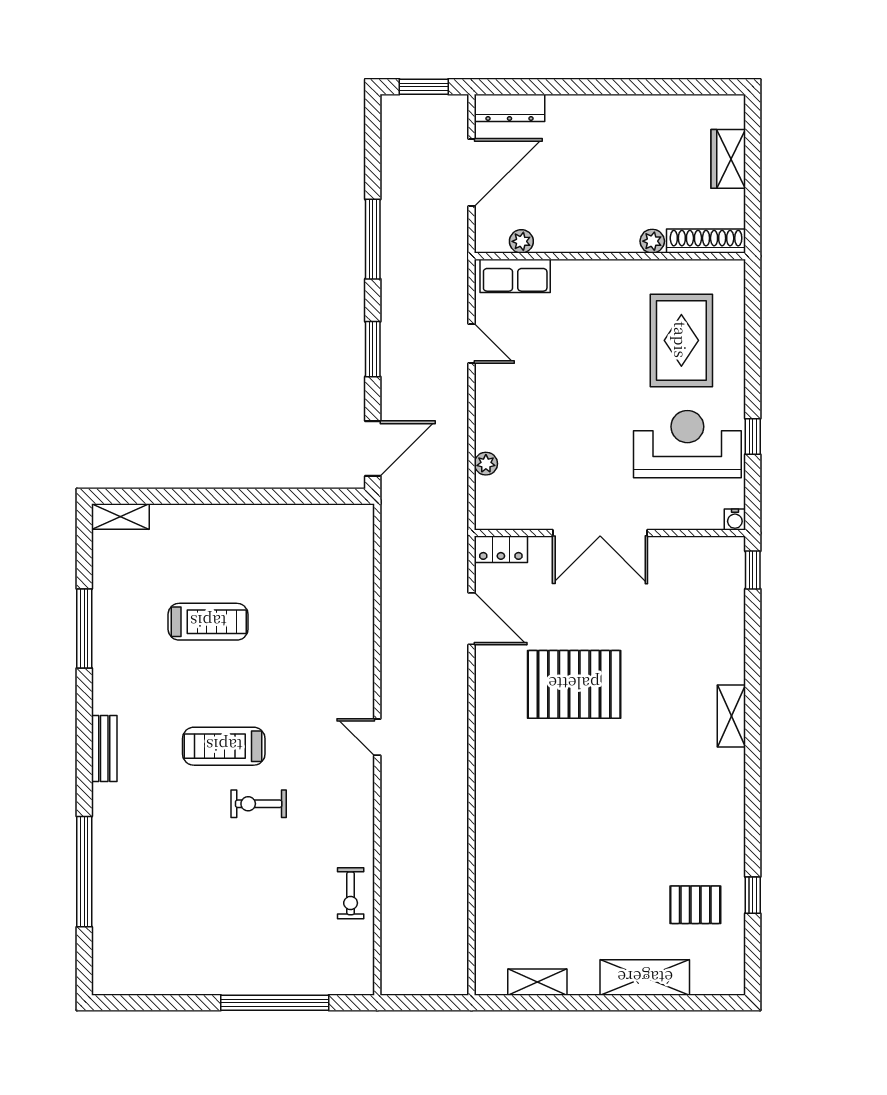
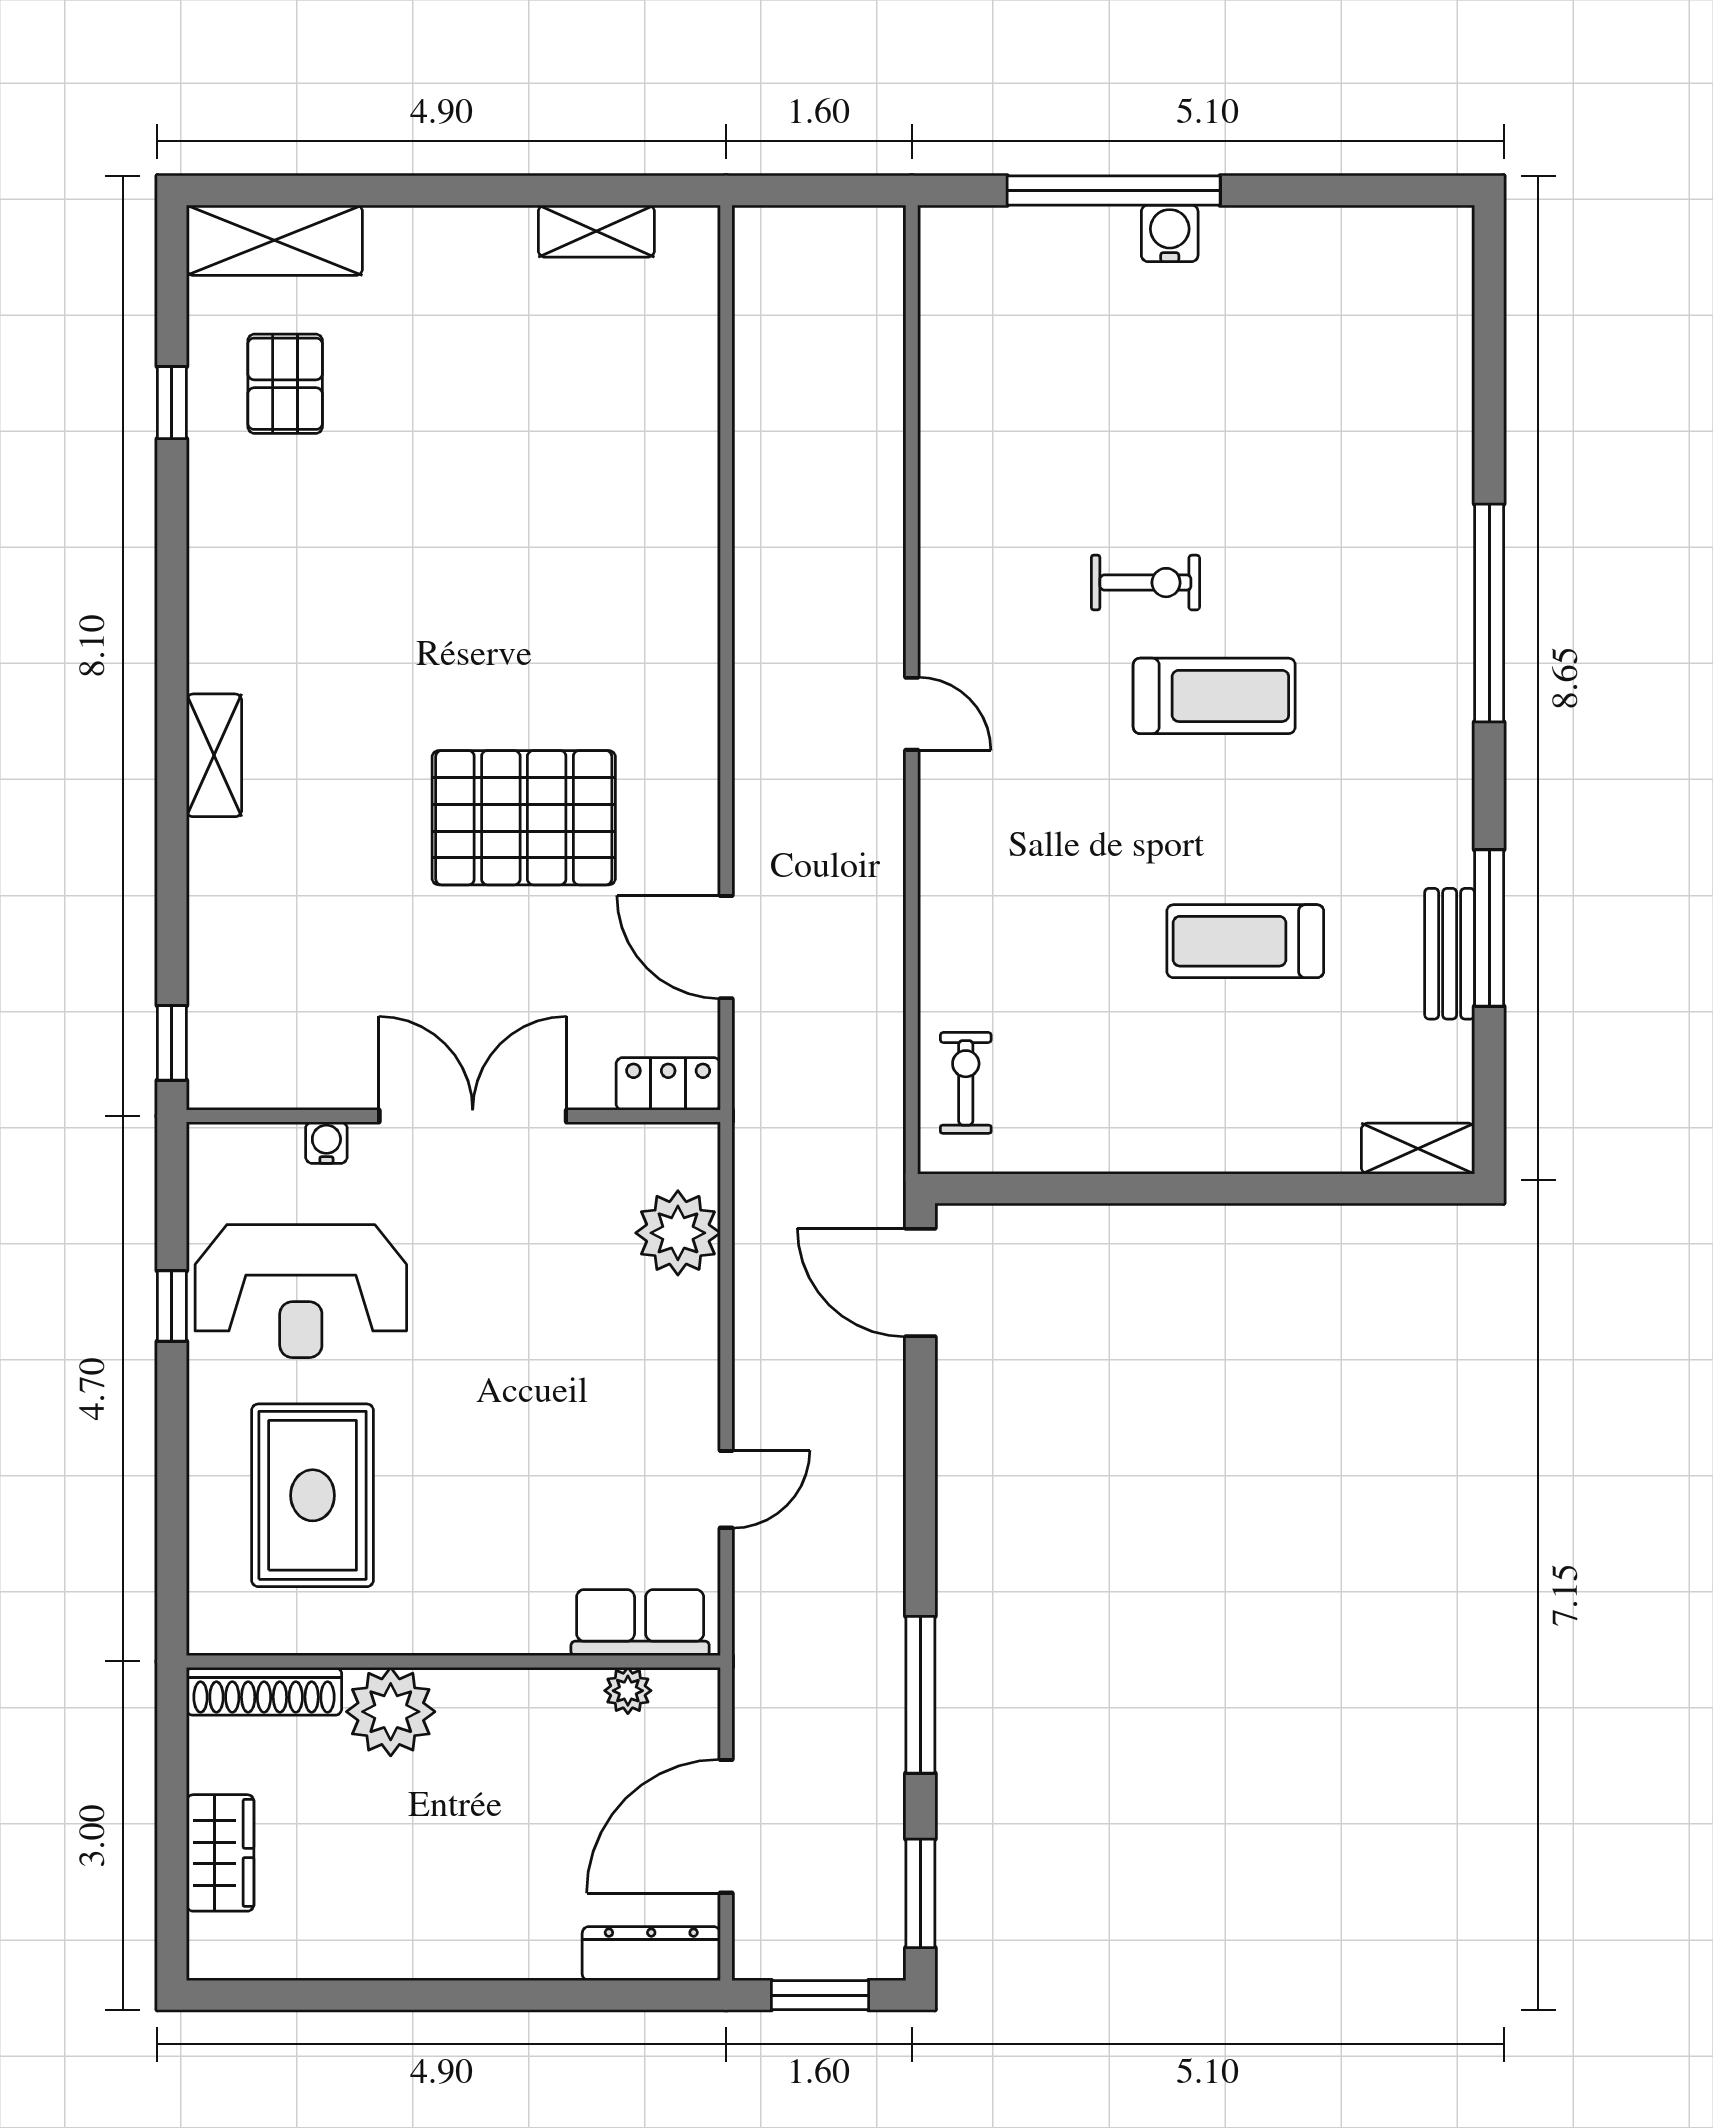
plant: (652, 241) -> (391, 1712), width x1.87, depth x1.87
door: (472, 344) -> (726, 1489), swing flipped
window: (373, 349) -> (920, 1893), moved
door: (373, 448) -> (920, 1283), hinge flipped
plant: (486, 464) -> (678, 1233), width x1.88, depth x1.88
water cooler: (735, 519) -> (326, 1143), moved
bench: (104, 749) -> (1450, 954), moved
window: (84, 872) -> (1489, 613), moved
exercise bike: (351, 893) -> (966, 1083), moved
pallet: (695, 905) -> (285, 384), turned 90
shelving: (645, 978) -> (274, 240), moved
water cooler: (246, 981) -> (1170, 233), added

